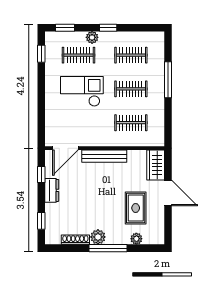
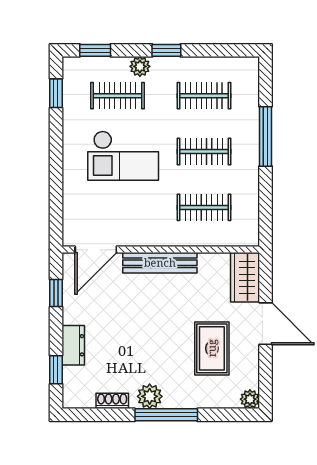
checkout: (82, 91) -> (123, 156), turned 180
dresser: (52, 190) -> (73, 345), moved
plant: (136, 239) -> (250, 399), moved
shoe rack: (75, 240) -> (112, 401), width x0.70

